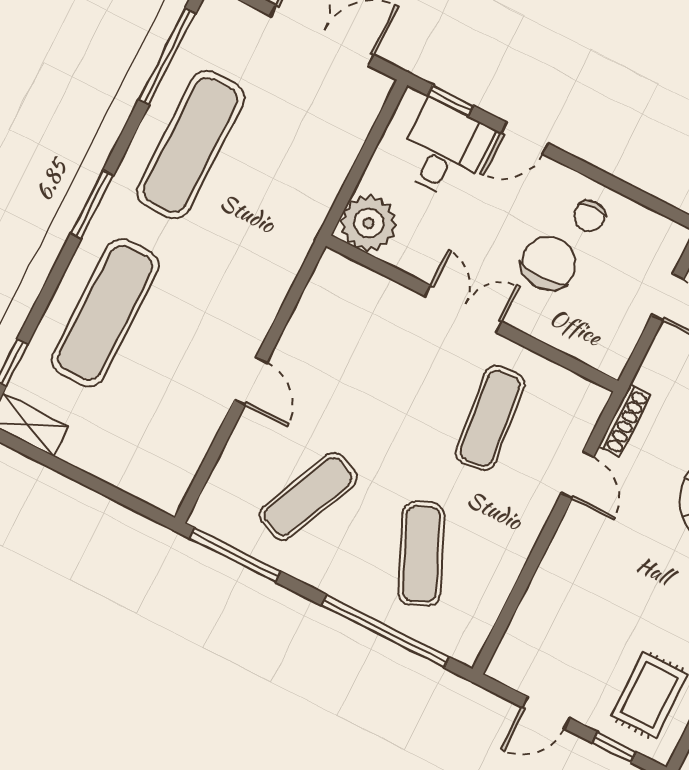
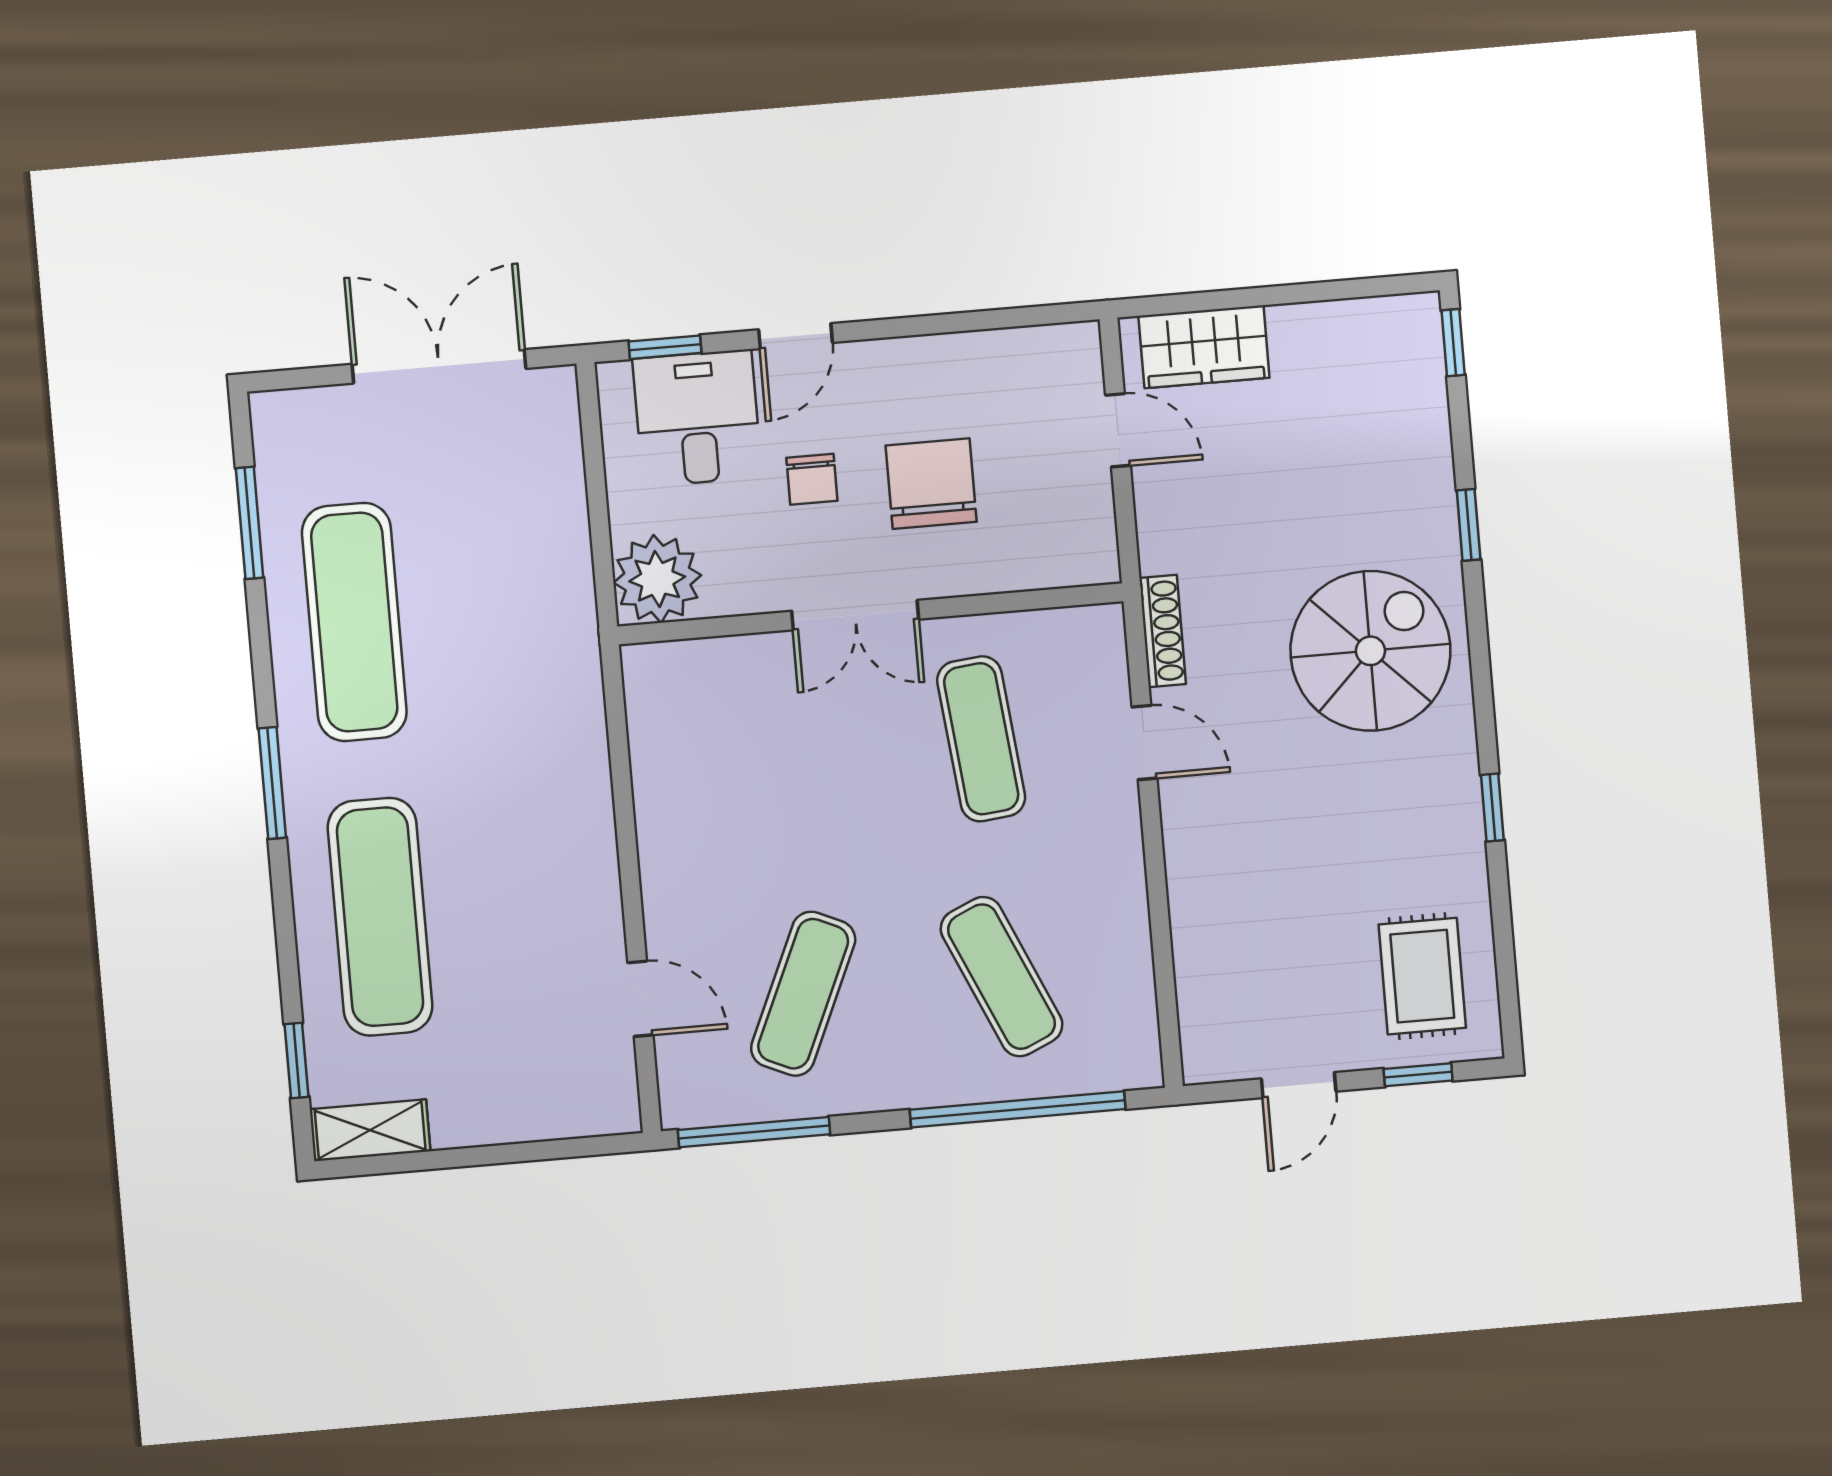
window: (167, 56) -> (250, 523), width x0.69
chair: (589, 216) -> (812, 479), moved
double door: (463, 309) -> (855, 615), swing flipped
door: (251, 381) -> (640, 999), moved

